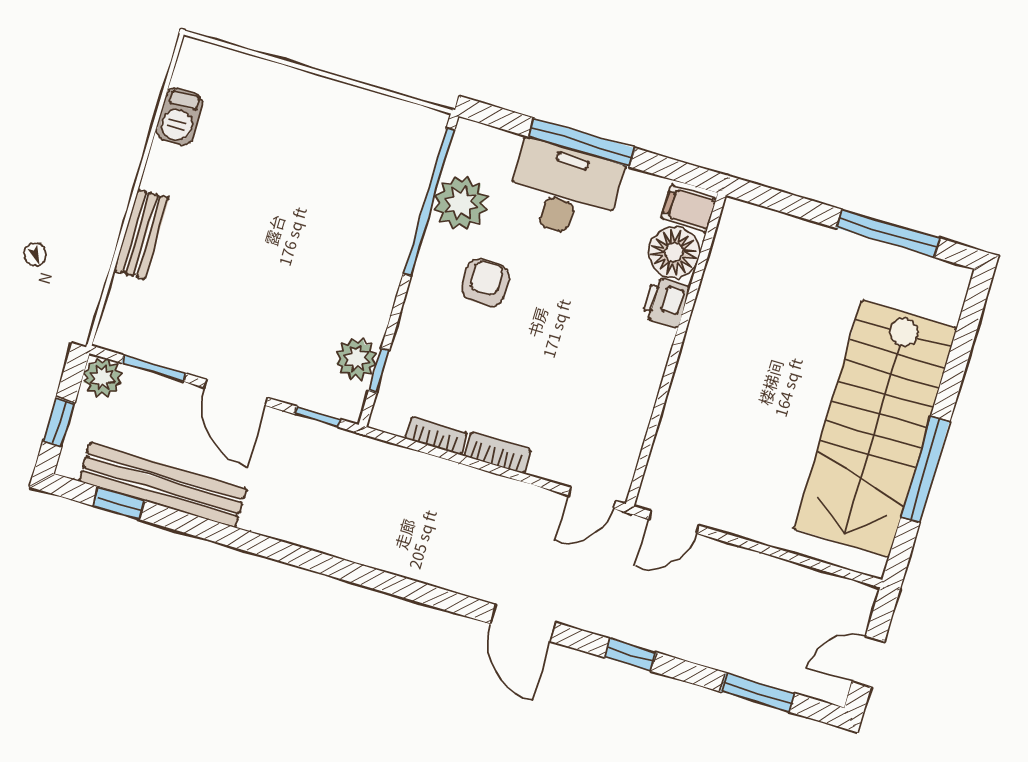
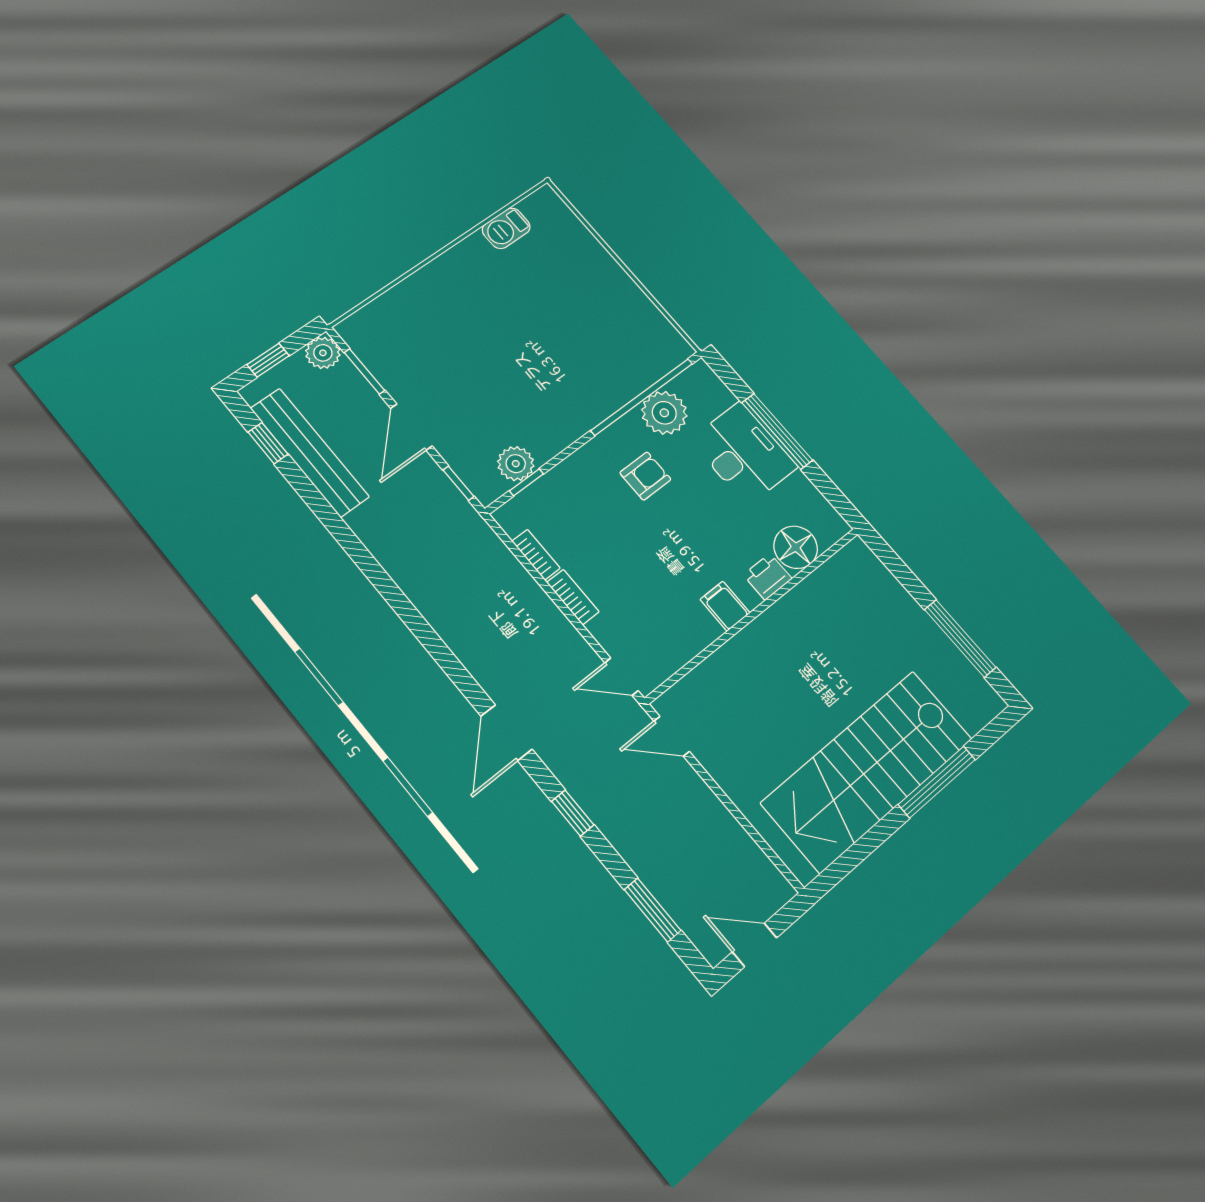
filing cabinet: (689, 208) -> (725, 606), moved
bench: (141, 234) -> (423, 282), removed
window: (925, 469) -> (937, 782), moved

